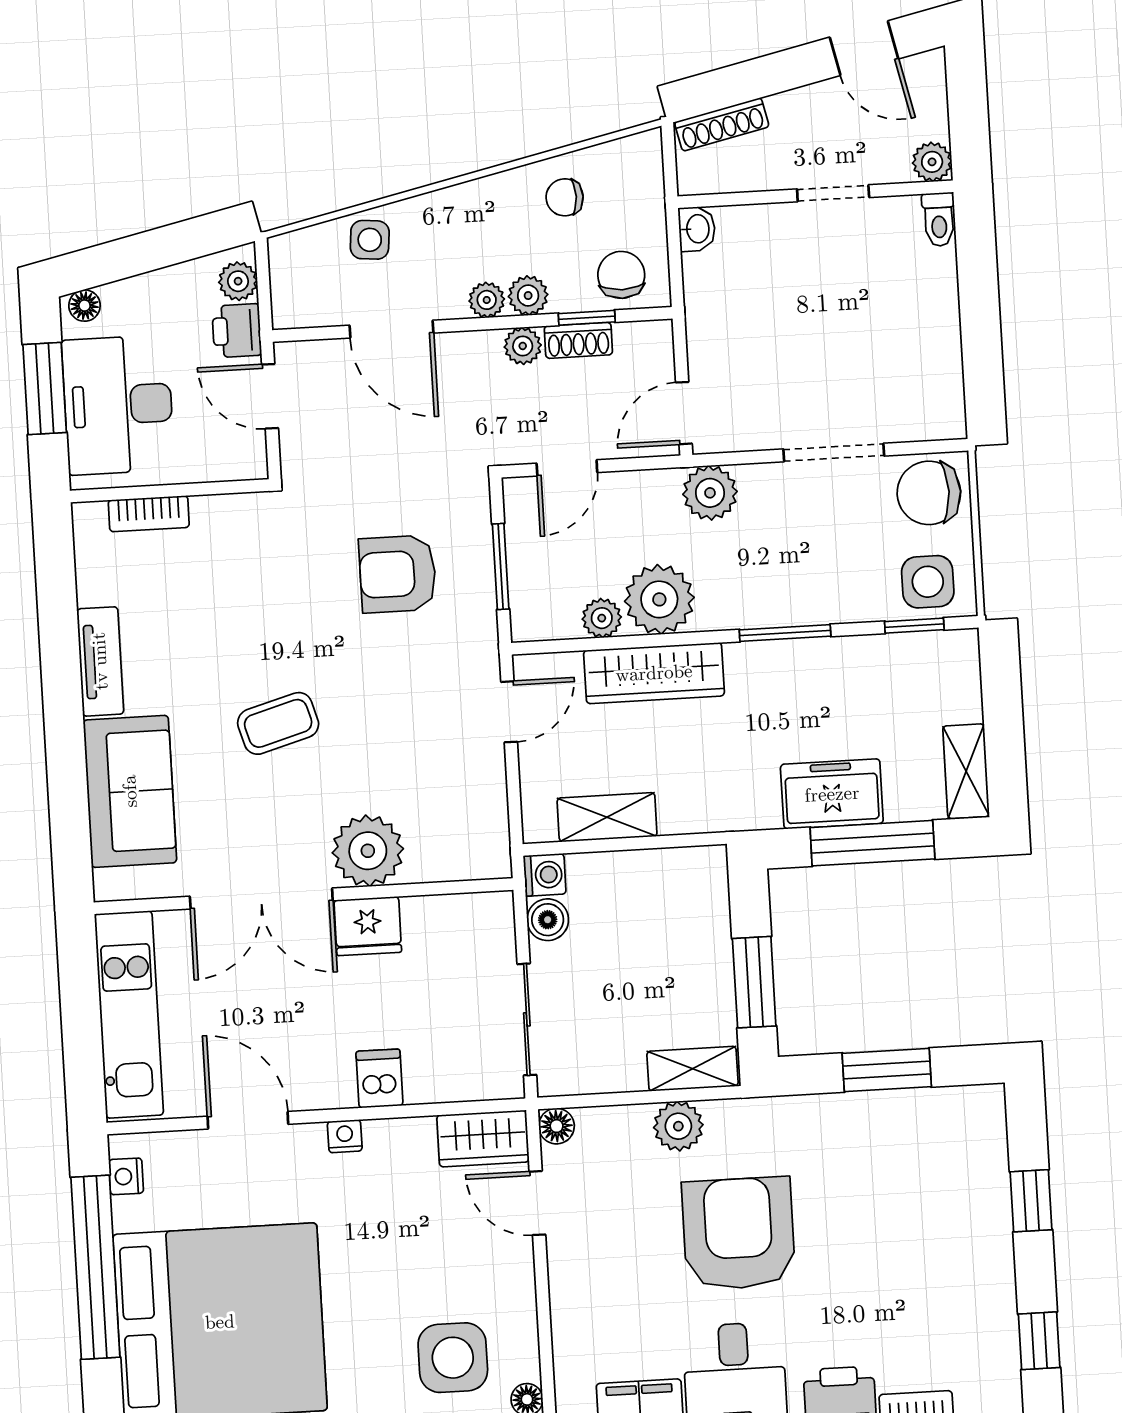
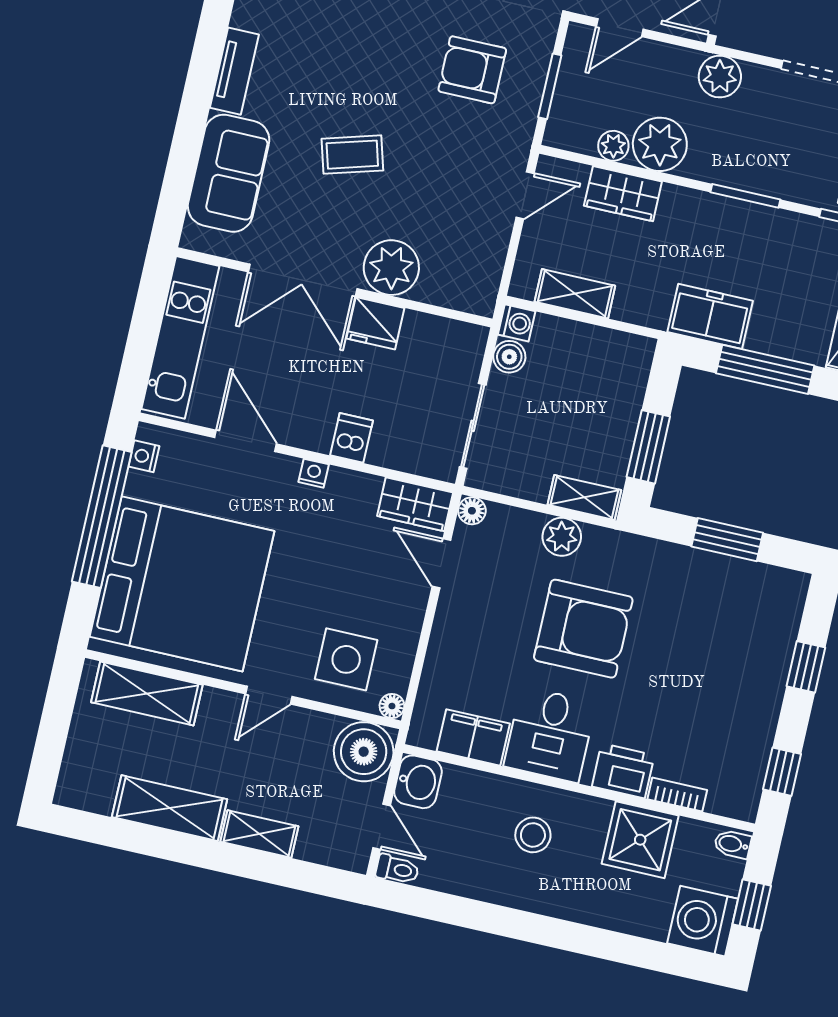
wardrobe: (654, 673) -> (623, 194), width x0.67
freezer: (832, 794) -> (710, 316), moved
armchair: (739, 1233) -> (583, 629), turned 90

